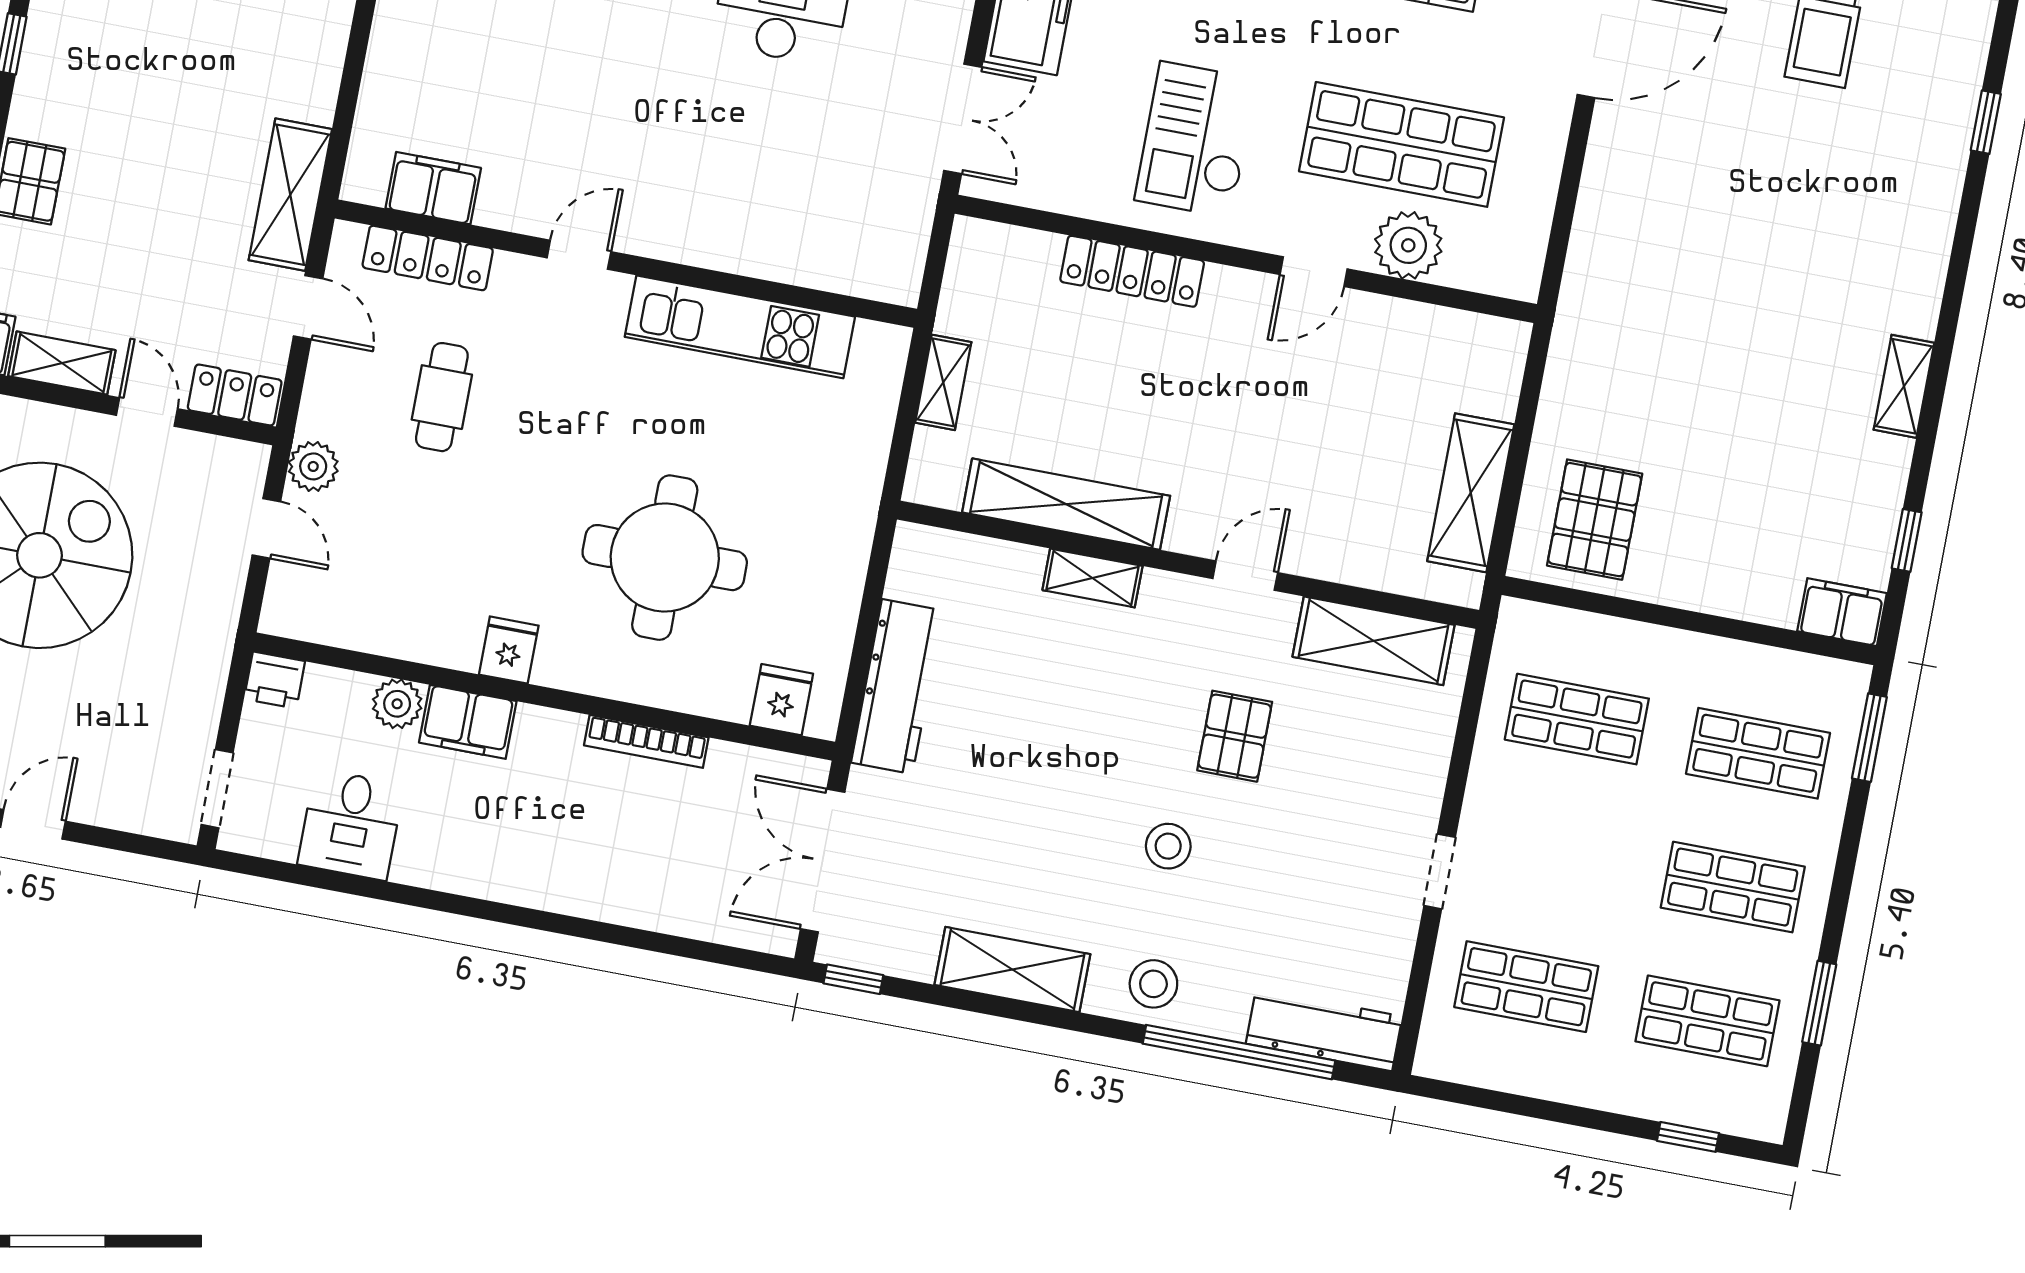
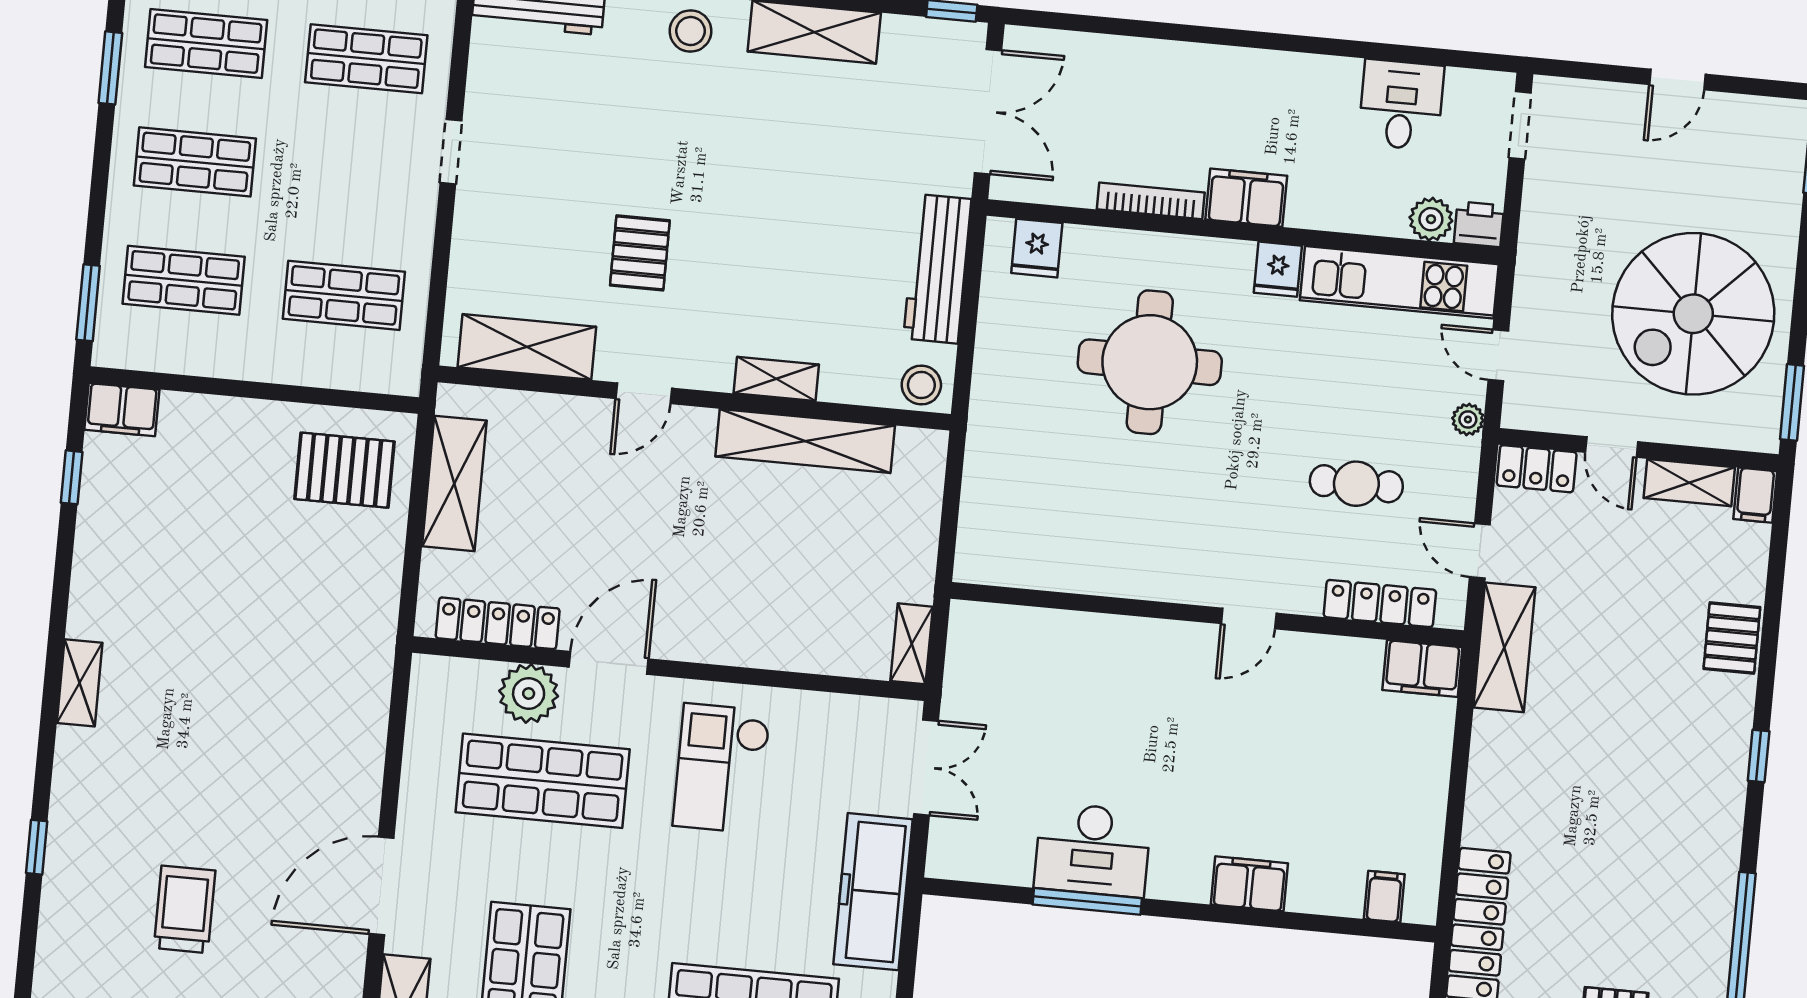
double door: (963, 119) -> (926, 767), swing flipped
checkout: (1196, 140) -> (722, 768), turned 180
filing cabinet: (433, 188) -> (1422, 669), moved
locker: (1132, 271) -> (498, 623), moved
door: (1314, 272) -> (609, 663), width x1.38
kitchen unit: (740, 327) -> (1399, 282), moved, turned 180
shelving: (943, 382) -> (912, 644), moved
shelving: (1904, 386) -> (80, 683), moved
cafe table: (442, 397) -> (1356, 484), turned 90
plant: (313, 466) -> (1468, 419), width x0.73, depth x0.73
pallet: (1595, 520) -> (344, 470), turned 90
plant: (397, 704) -> (1431, 219), moved
filing cabinet: (468, 722) -> (1246, 198), moved
stool: (1168, 846) -> (921, 385), moved

